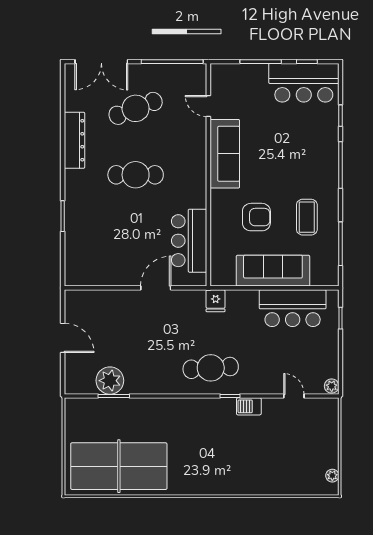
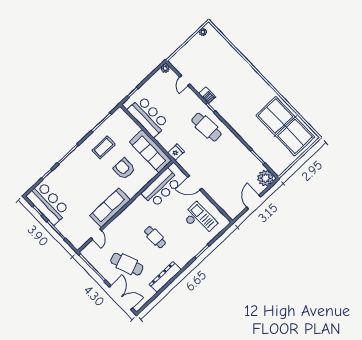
cafe table: (136, 175) -> (155, 237), width x0.73, depth x0.74
checkout: (105, 251) -> (200, 220), added
sofa: (273, 271) -> (151, 151), moved
plant: (110, 381) -> (265, 178), moved

